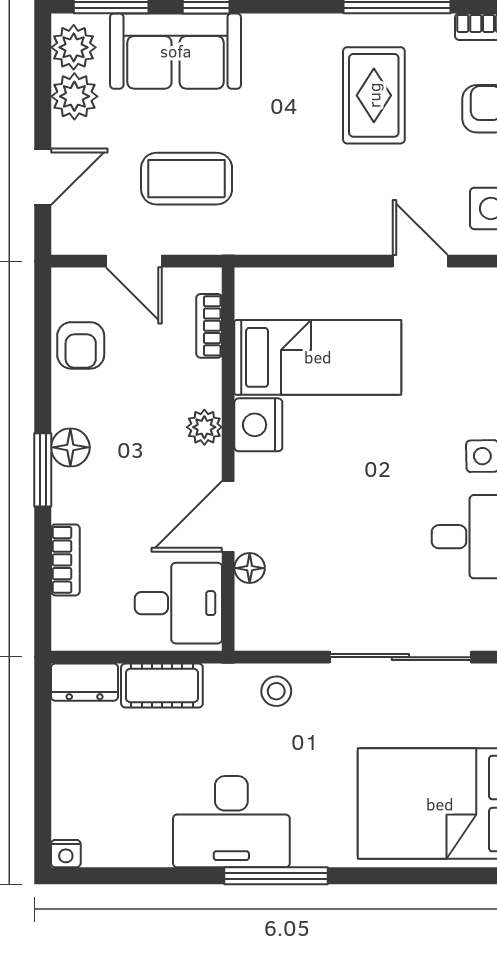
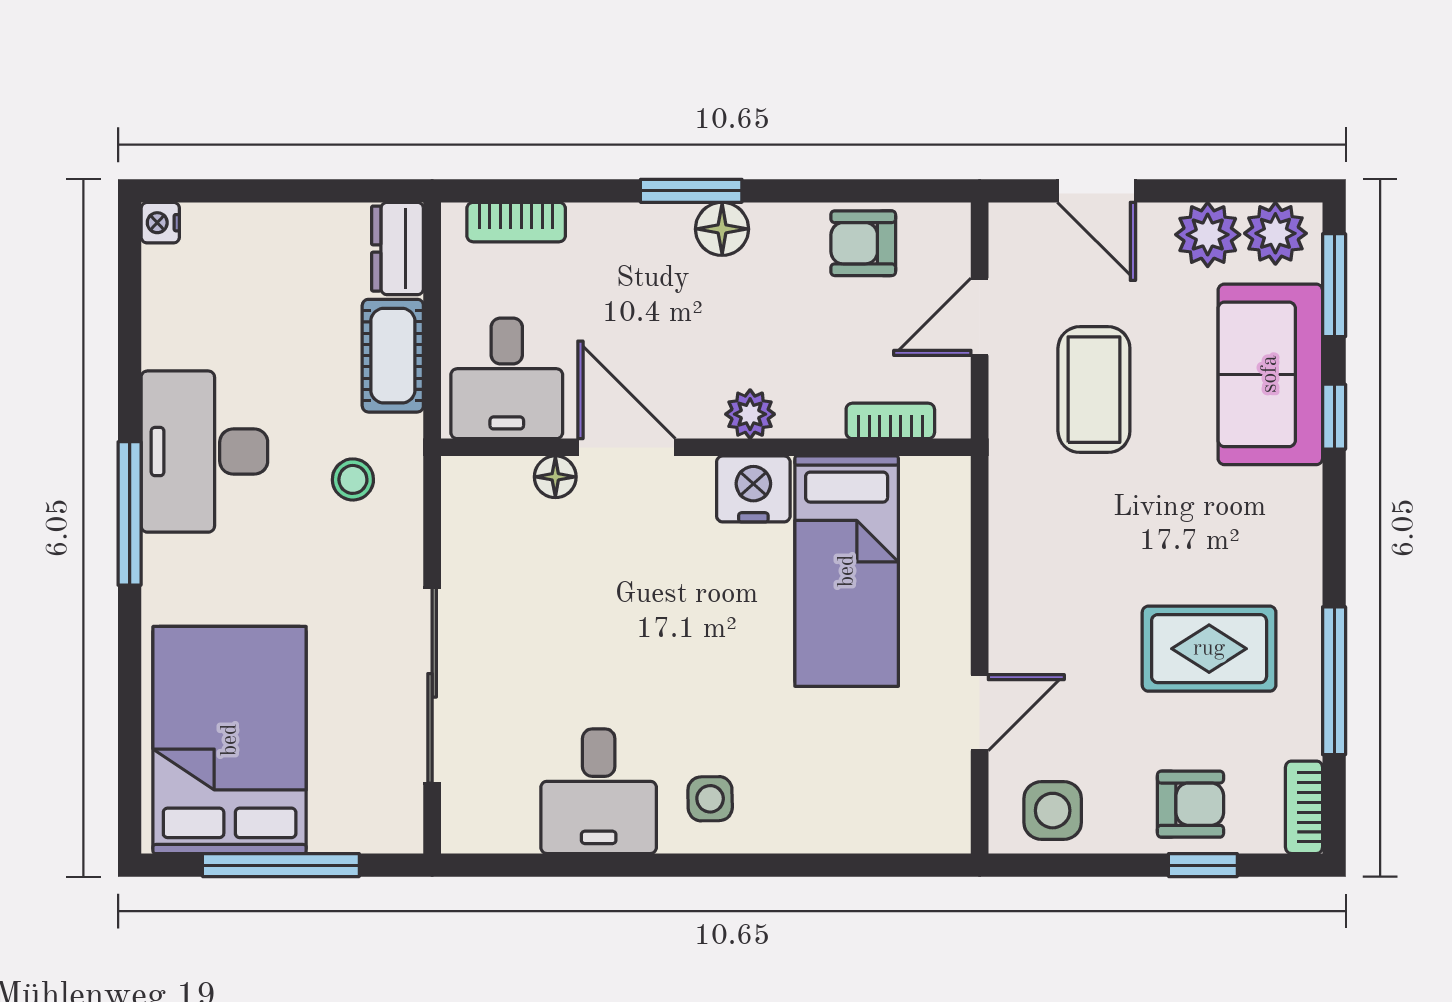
bookcase: (65, 560) -> (516, 222), moved
stool: (276, 691) -> (353, 479), moved

